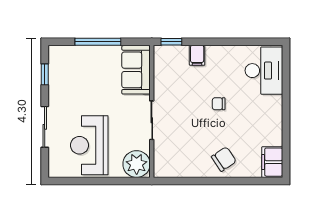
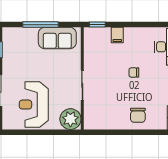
sofa: (136, 70) -> (57, 38), moved, turned -90
chair: (224, 159) -> (138, 115), turned 124

